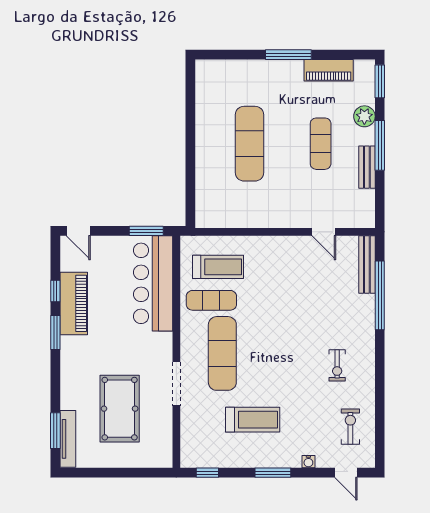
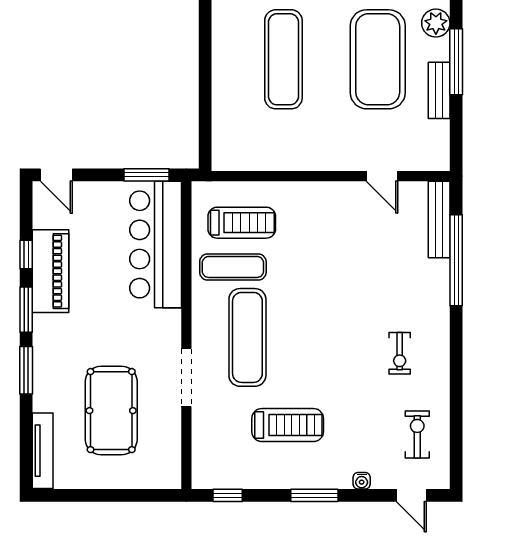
exercise mat: (321, 144) -> (378, 59), width x2.00, depth x1.45
window: (55, 431) -> (26, 370), moved

